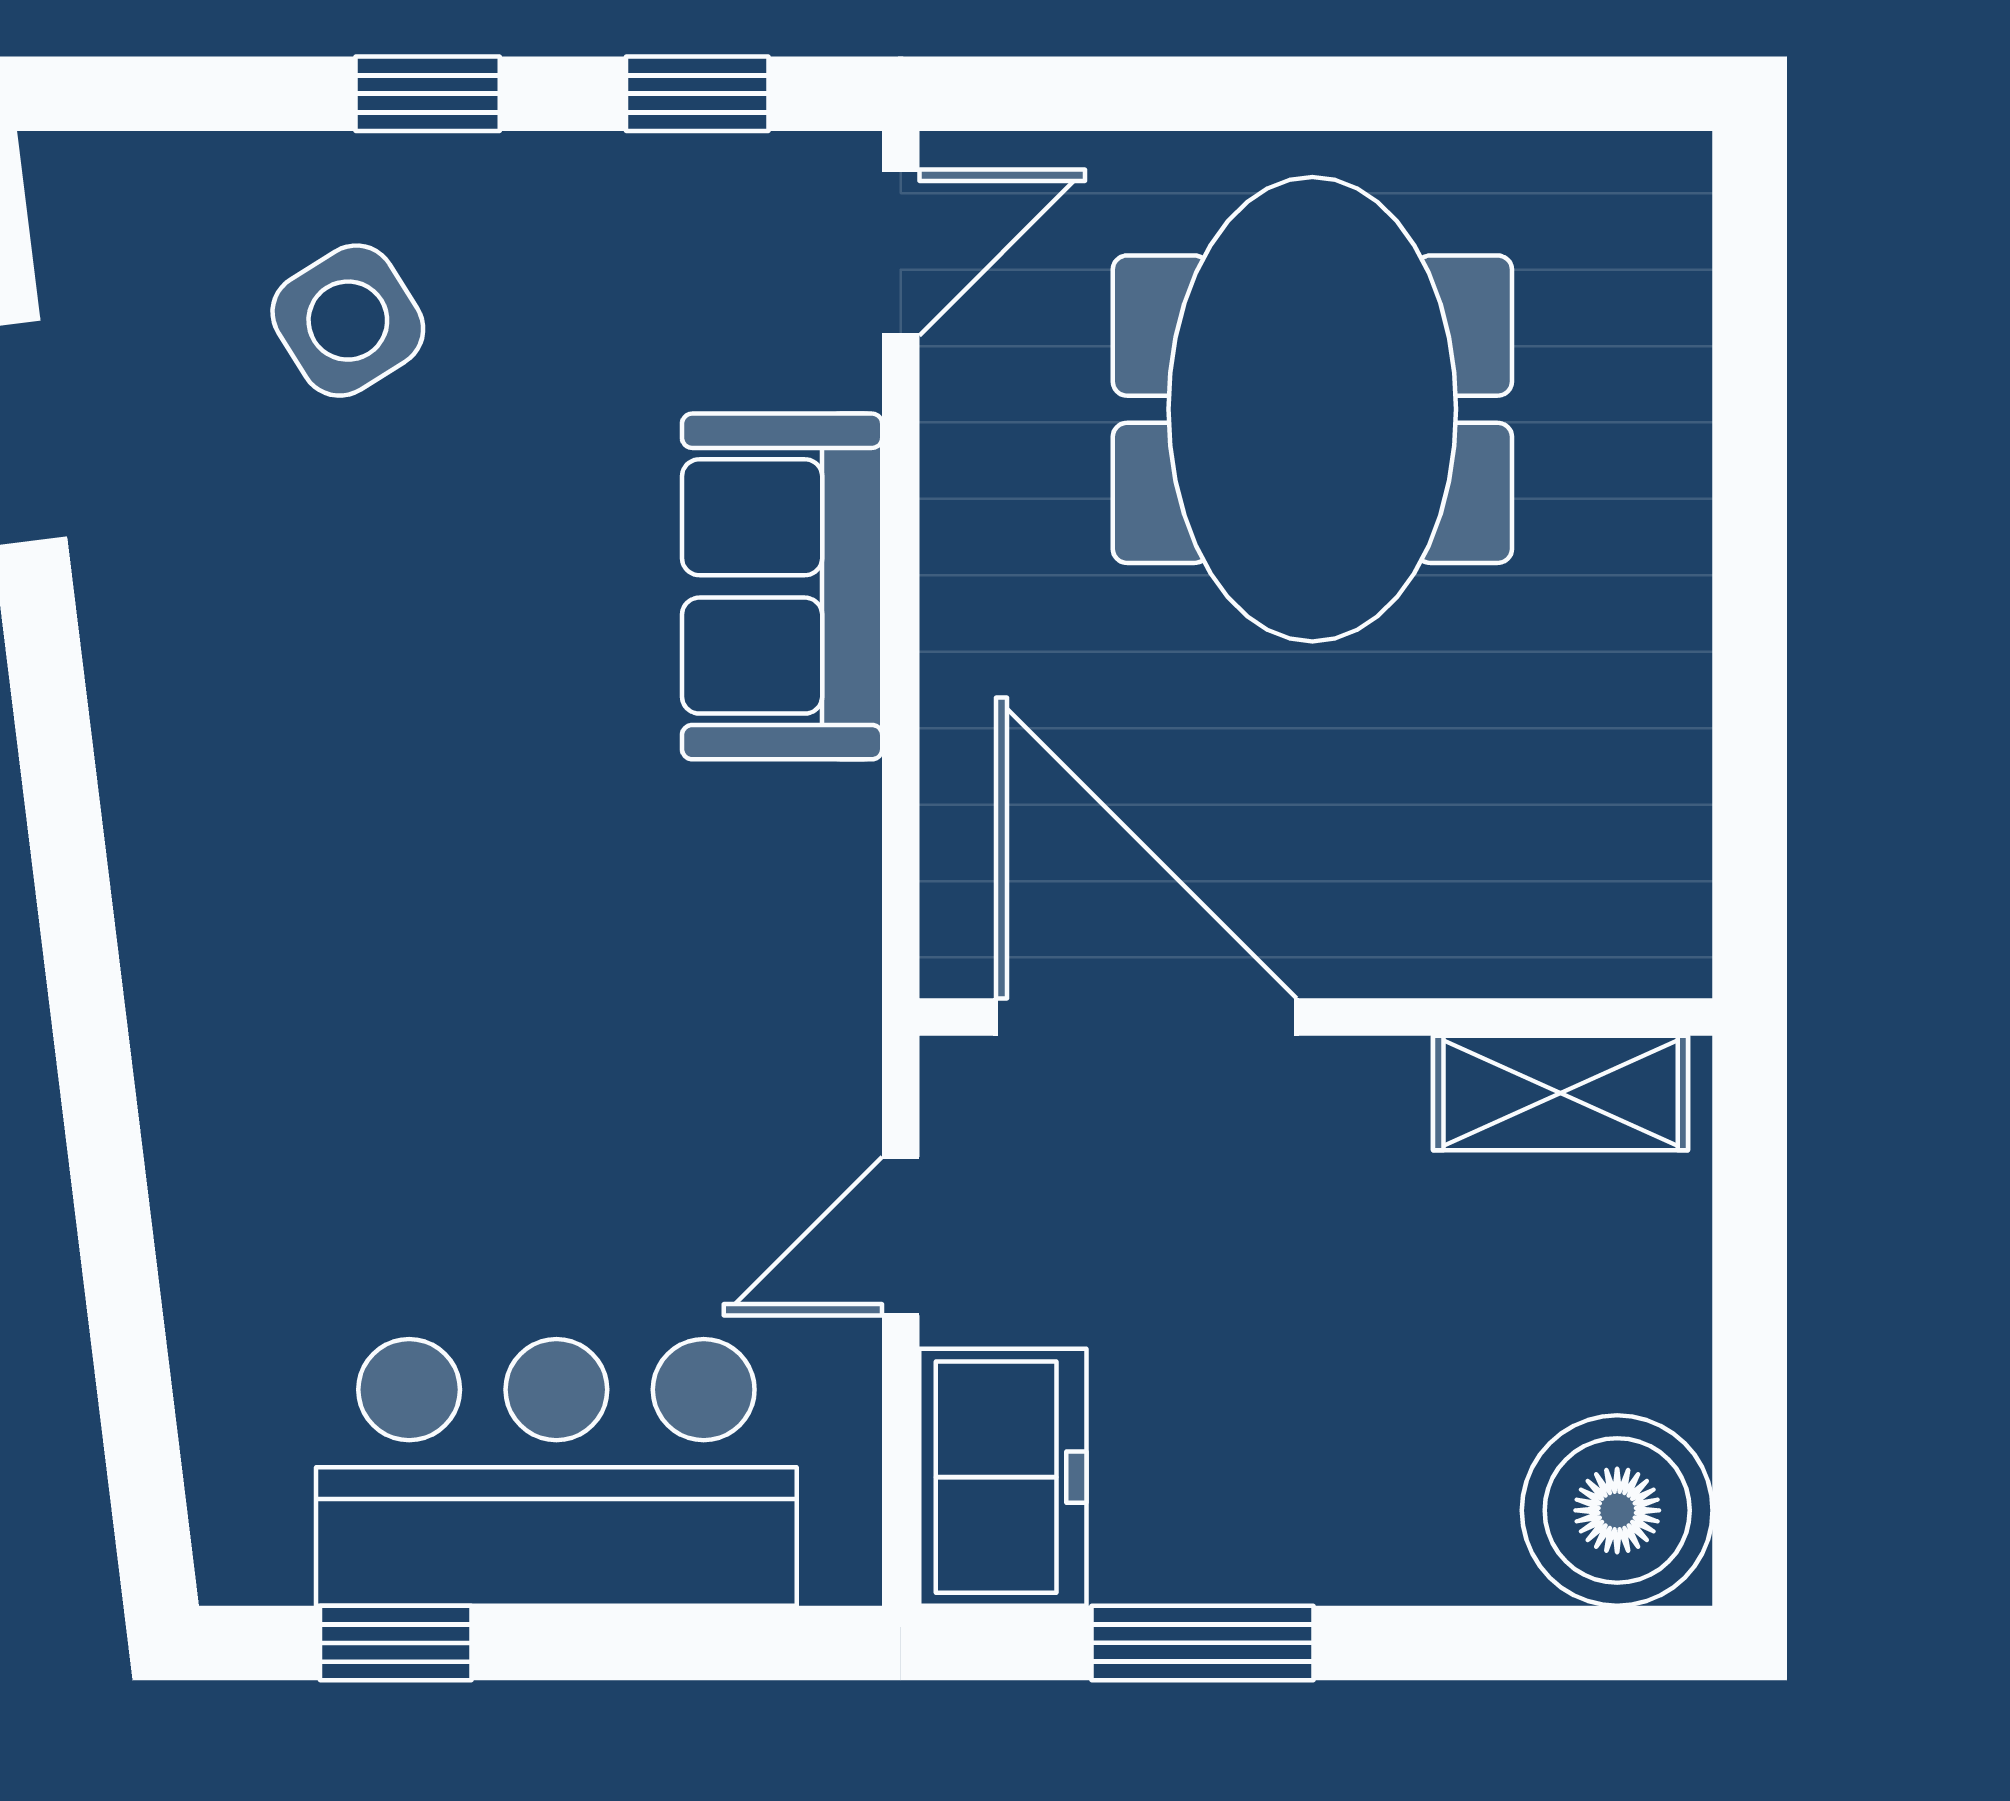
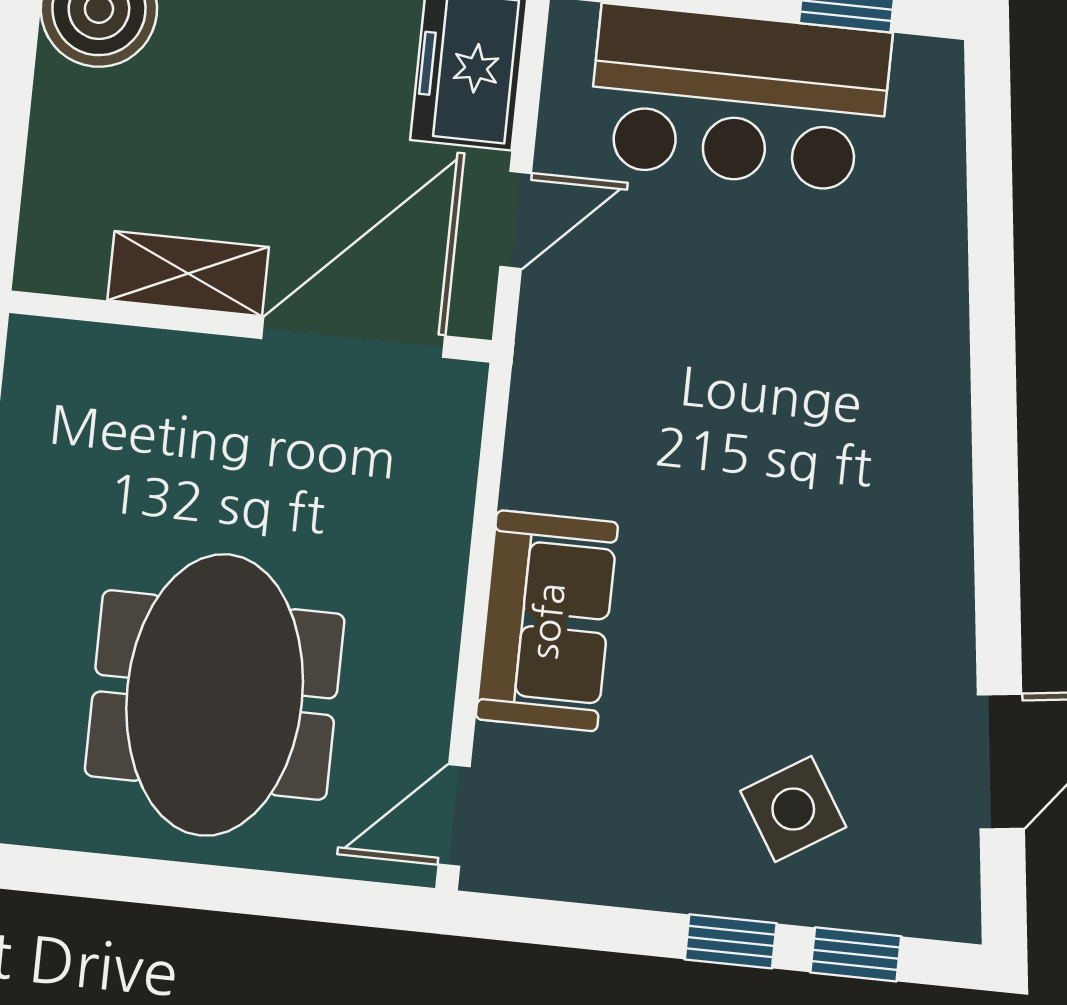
window: (697, 94) -> (856, 954), moved
door: (1146, 1017) -> (353, 337), swing flipped
shelving: (1561, 1093) -> (188, 274), moved

